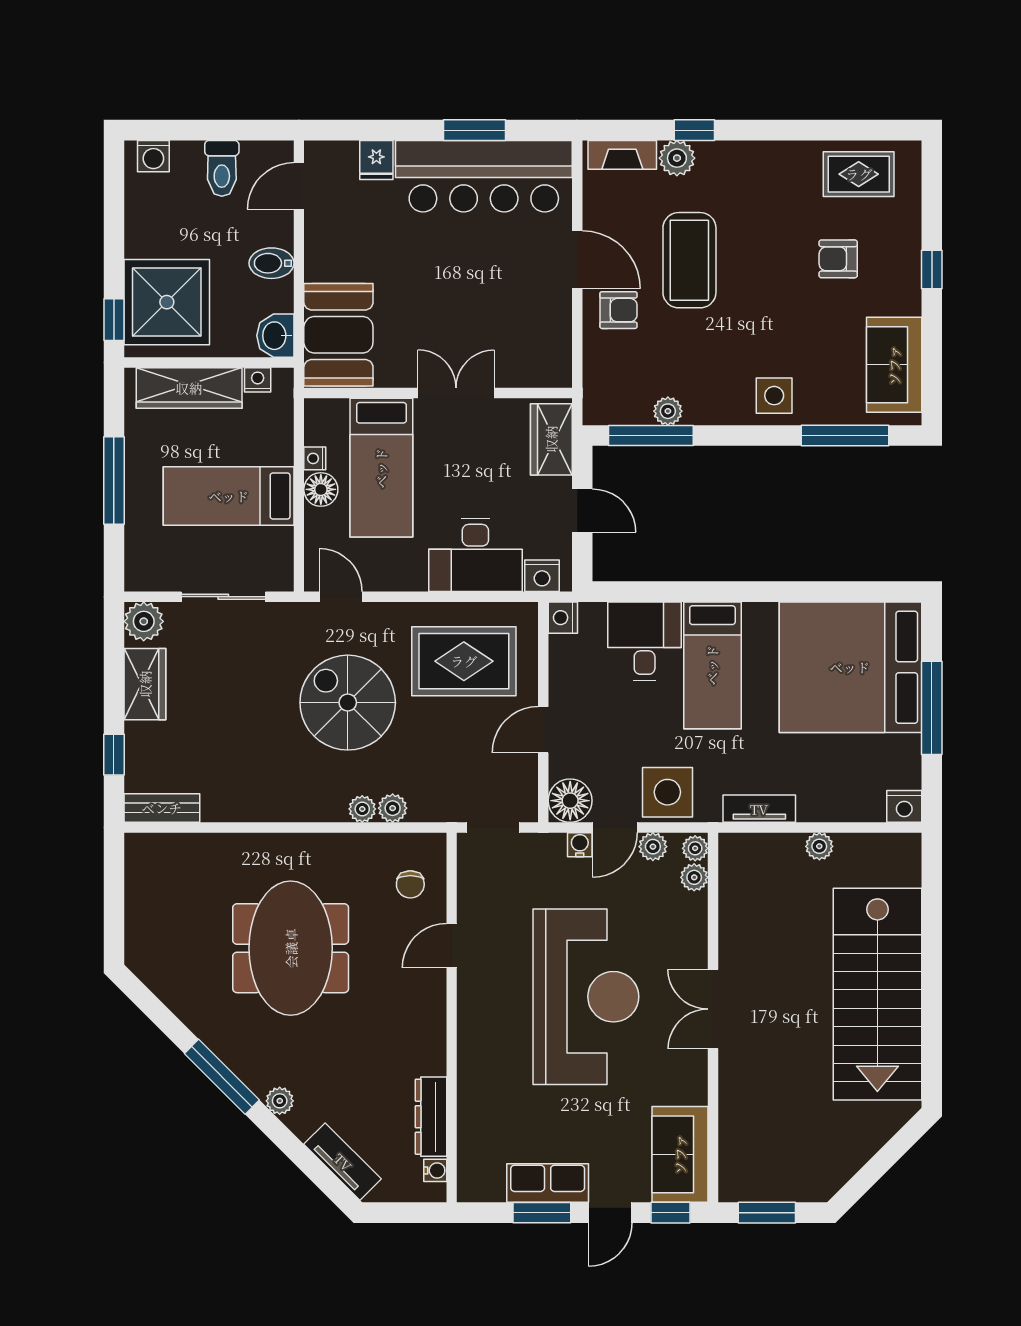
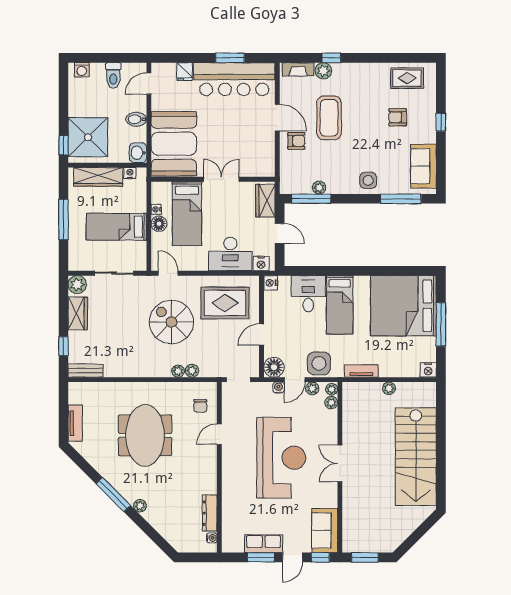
booth: (338, 335) -> (174, 144), width x1.36, depth x1.42
tv unit: (343, 1162) -> (75, 423), moved, turned 45

